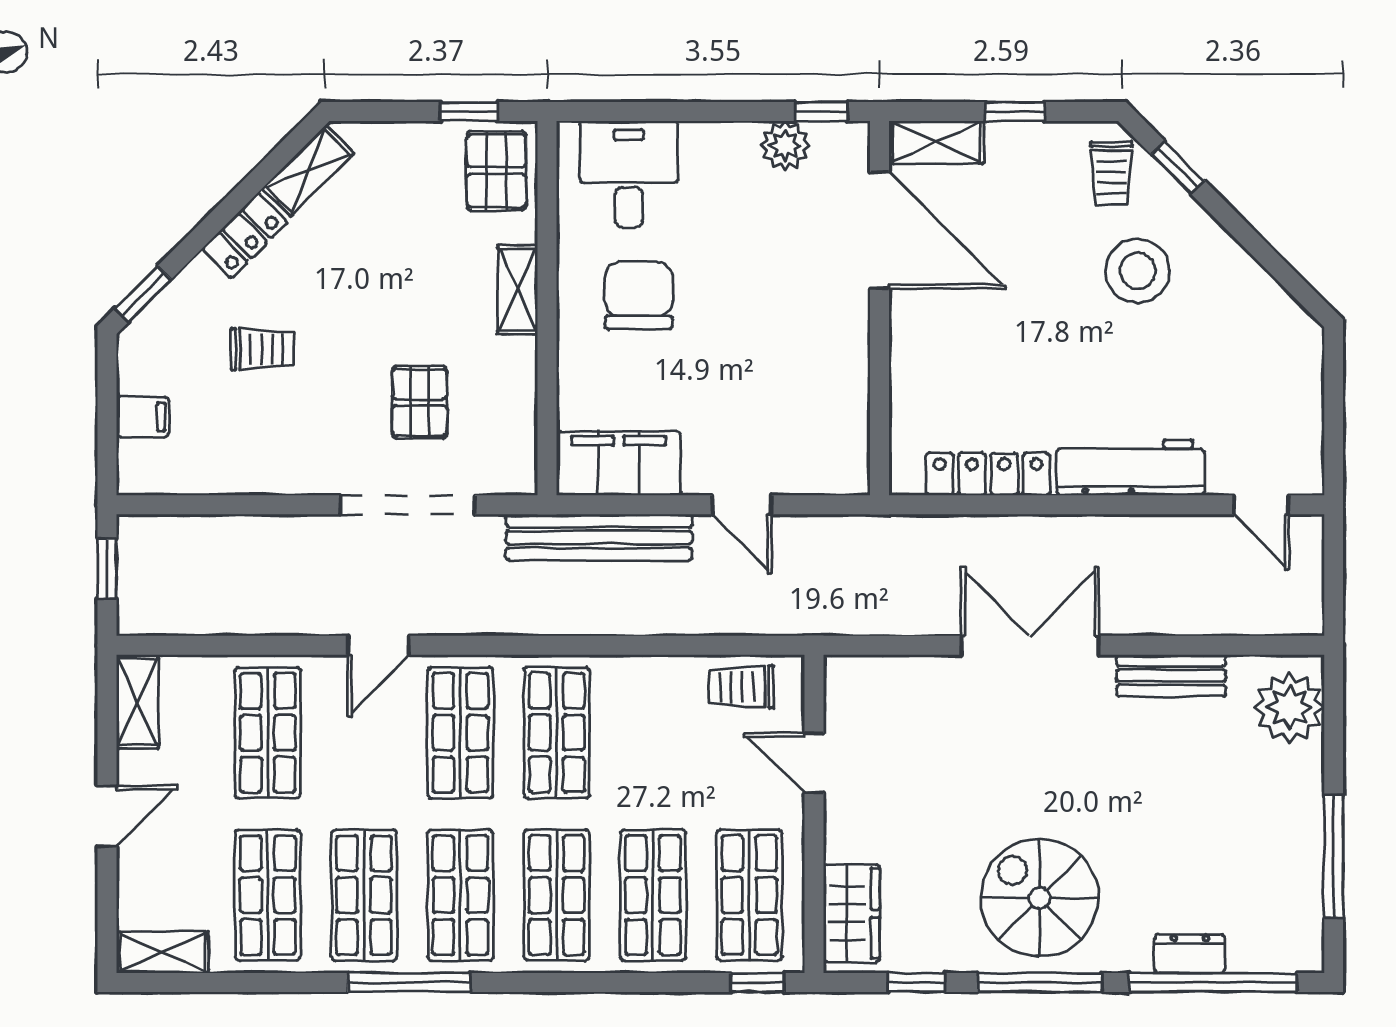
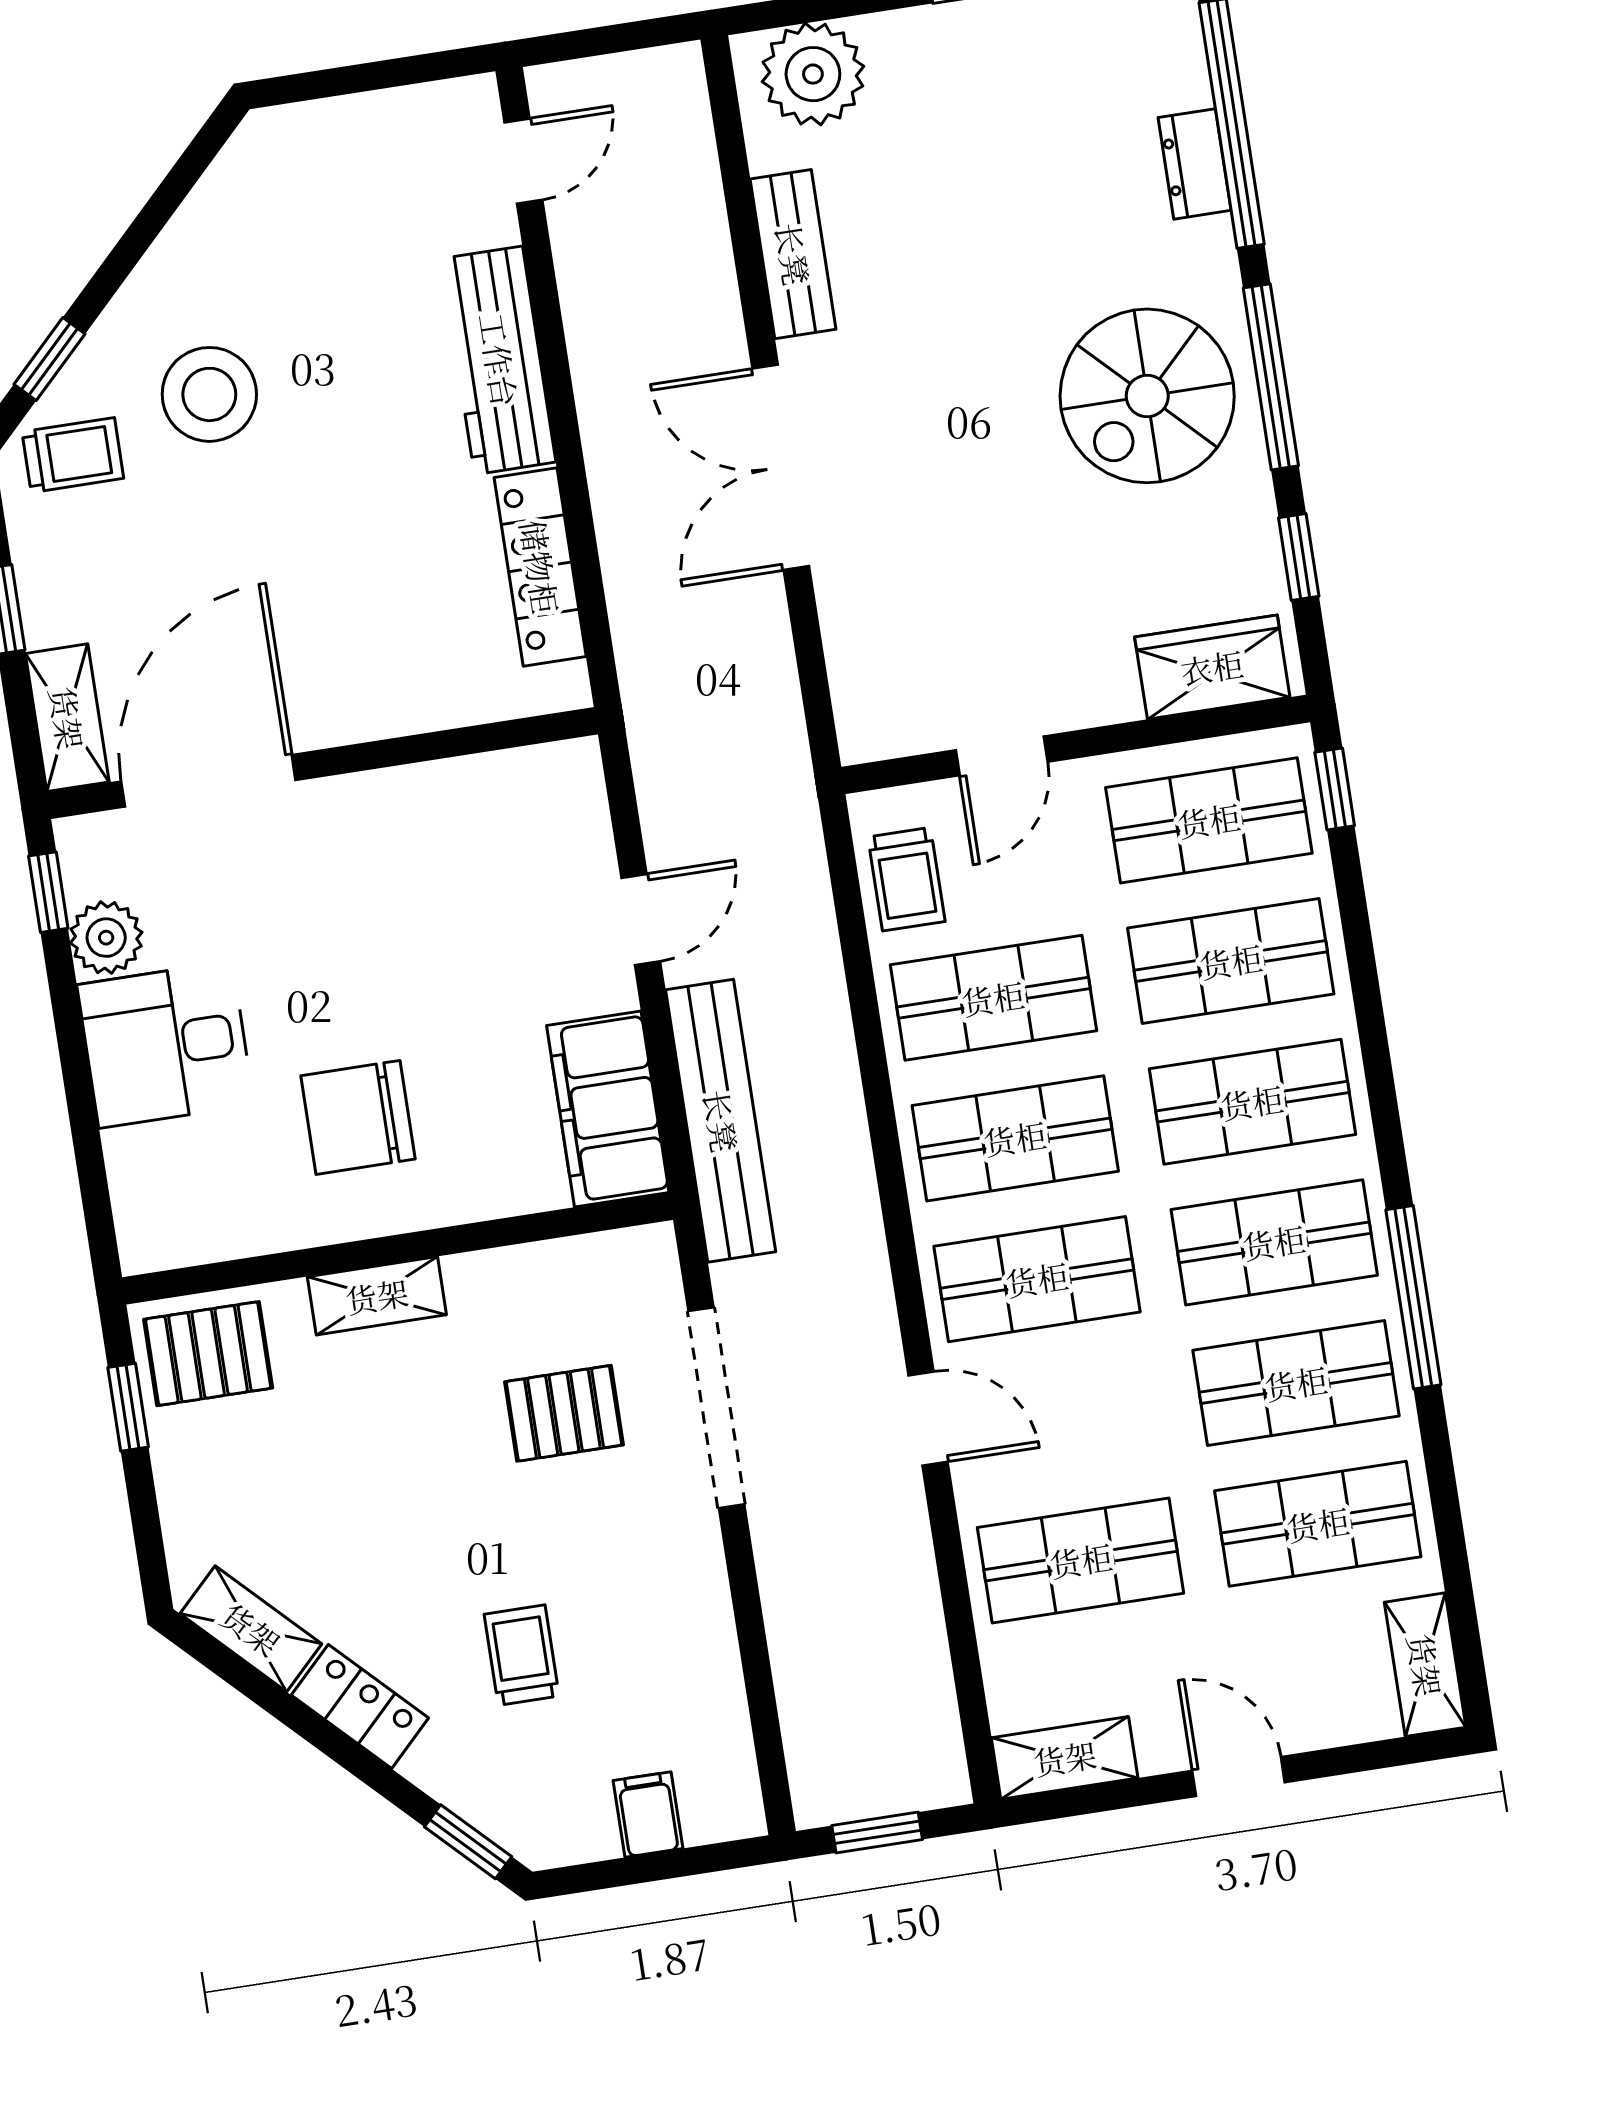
desk: (629, 174) -> (166, 1045), moved
shop shelf: (653, 733) -> (993, 998), added

